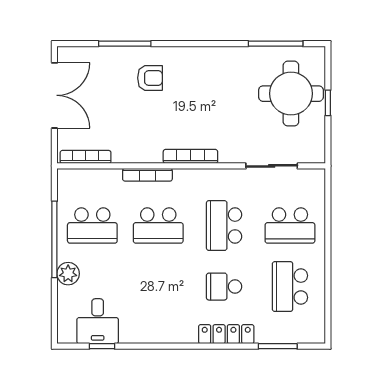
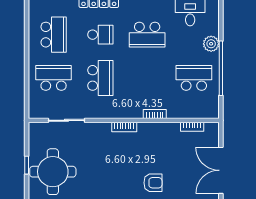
armchair: (150, 78) -> (153, 183), turned 180
bookcase: (190, 156) -> (124, 127), width x0.64
bookcase: (86, 157) -> (192, 127), width x0.64
bookcase: (147, 175) -> (155, 114), width x0.64
school desk: (158, 226) -> (147, 35), moved, turned 180

